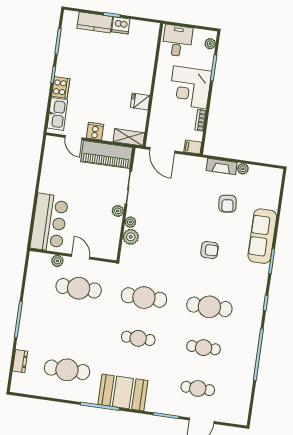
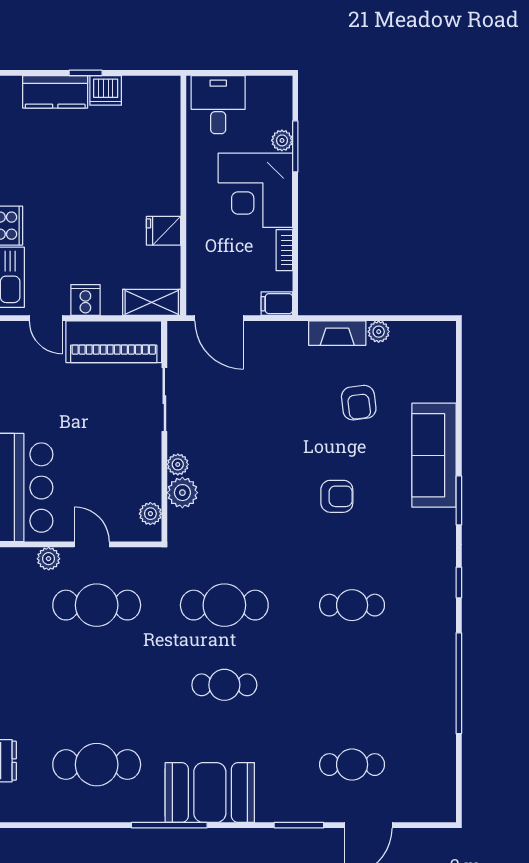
plant: (210, 44) -> (282, 140), moved
plant: (118, 211) -> (150, 514), moved
cafe table: (209, 307) -> (352, 605), width x0.73, depth x0.74
cafe table: (204, 348) -> (352, 685), removed

